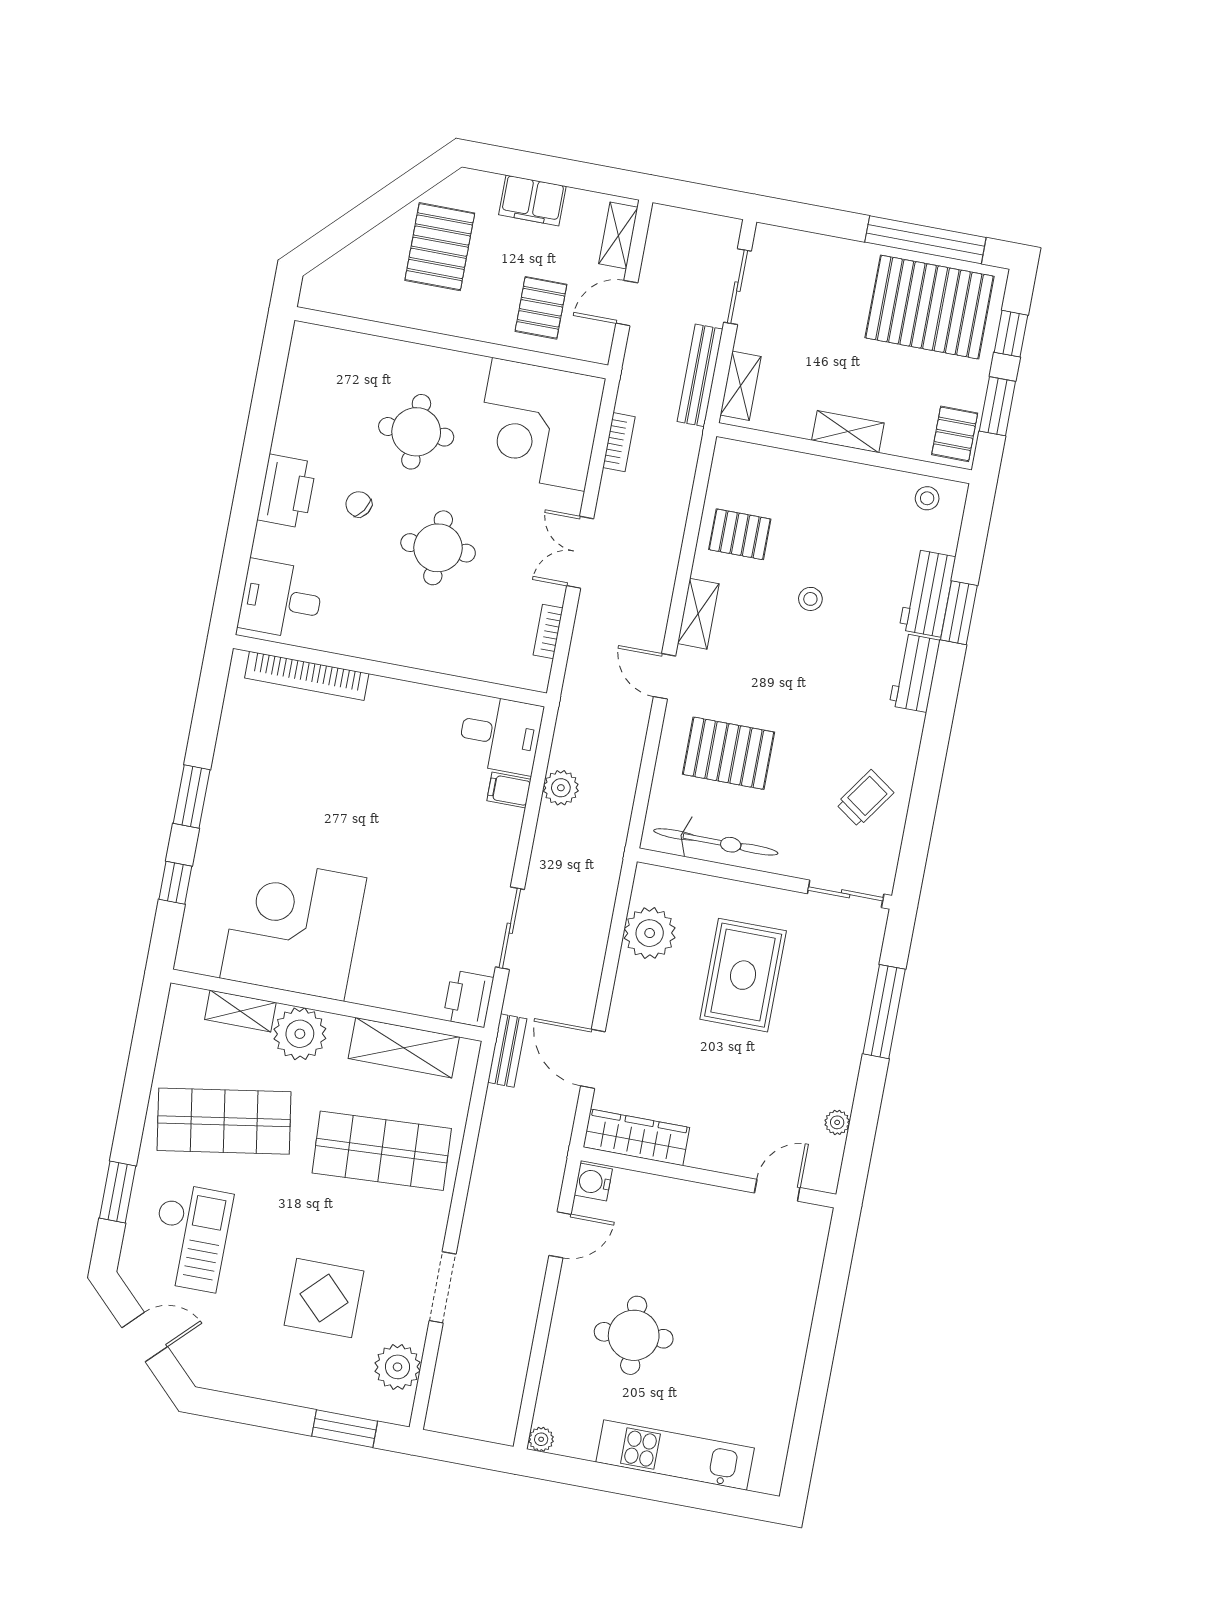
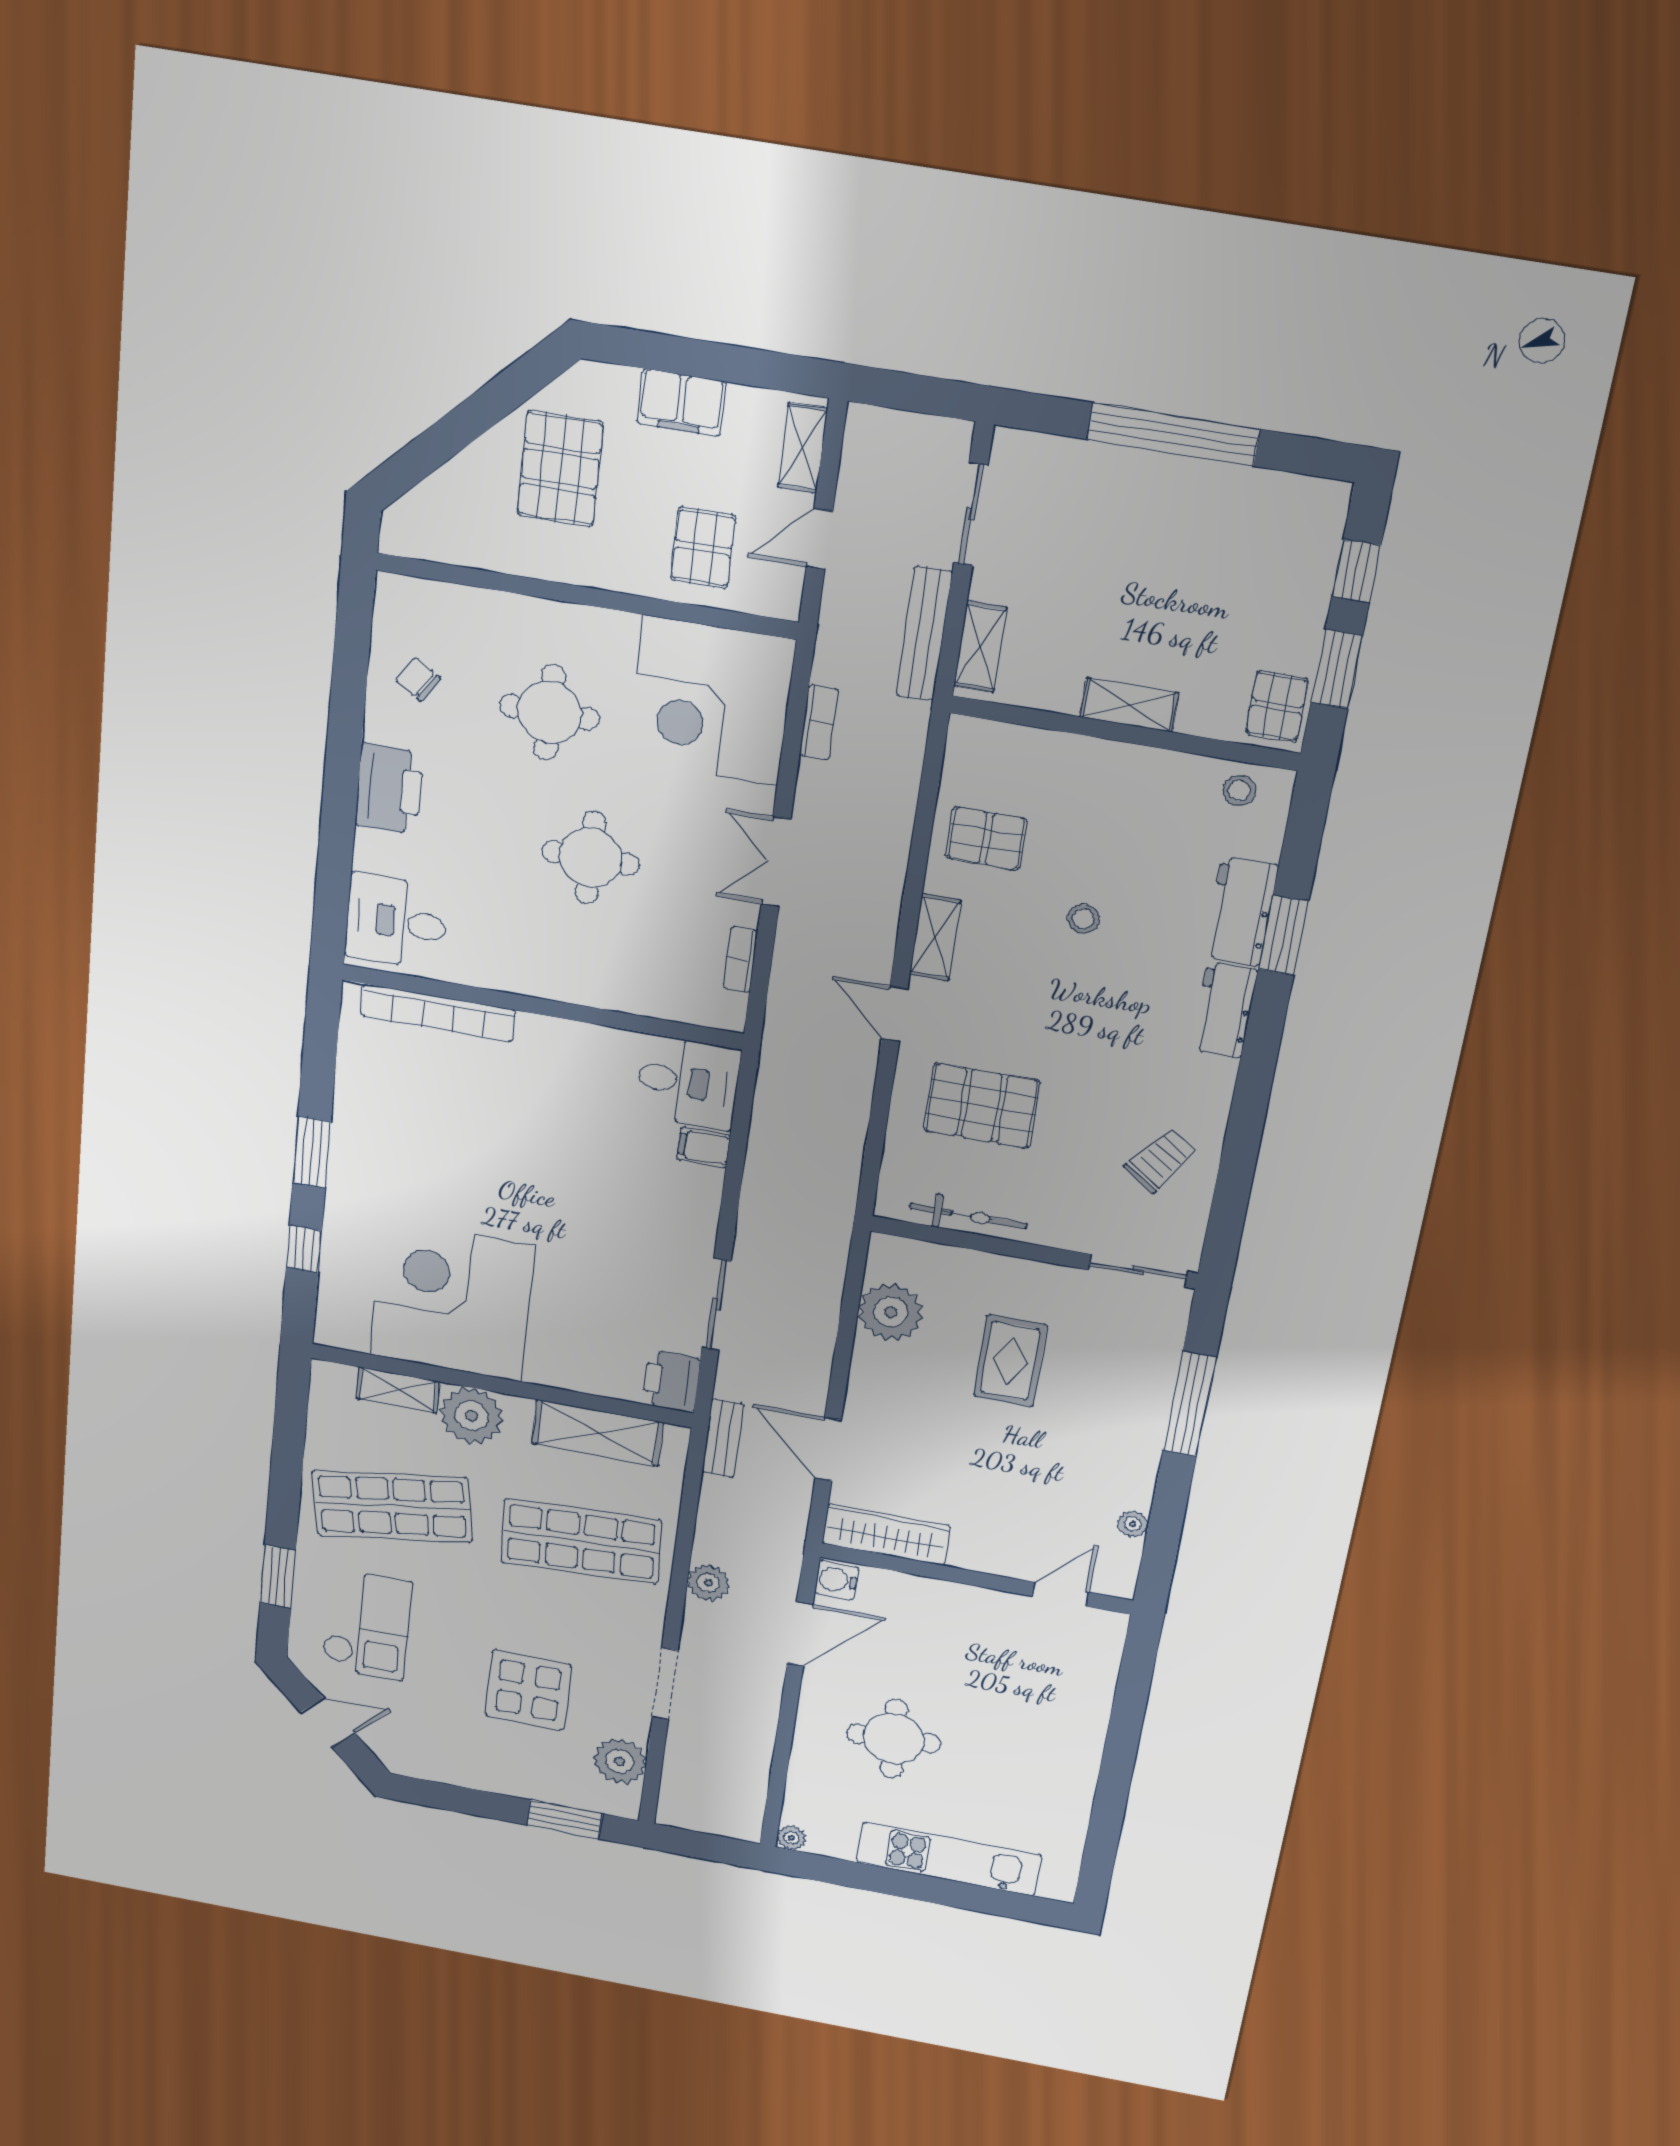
window: (925, 240) -> (1173, 434), moved
pallet: (930, 307) -> (1241, 537), removed
chair: (359, 504) -> (418, 679), moved
plant: (561, 788) -> (708, 1583), moved
bicycle: (716, 842) -> (969, 1216), width x0.73, depth x0.71
rug: (743, 975) -> (1010, 1361), width x0.73, depth x0.70
door: (560, 1235) -> (800, 1634), width x1.38

